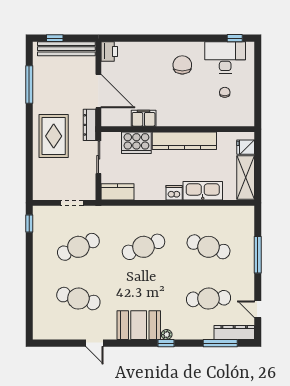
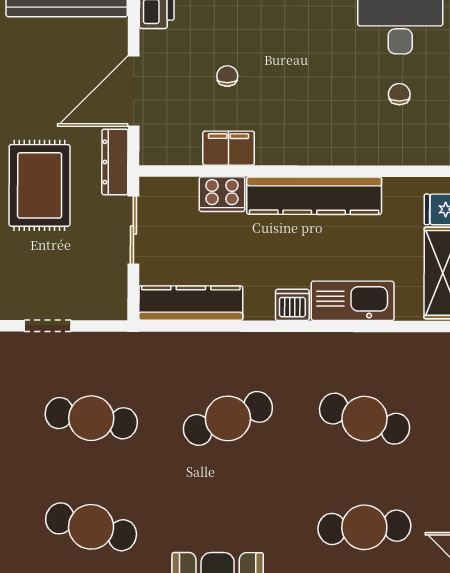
chair: (182, 65) -> (227, 76), moved, width x0.54, depth x0.54
door: (98, 91) -> (134, 91), swing flipped
cooker: (136, 143) -> (222, 194), width x0.73, depth x0.76
kitchen counter: (117, 192) -> (191, 303), width x1.50
doorway: (72, 203) -> (48, 326), moved
cafe table: (78, 247) -> (91, 418), turned 33

